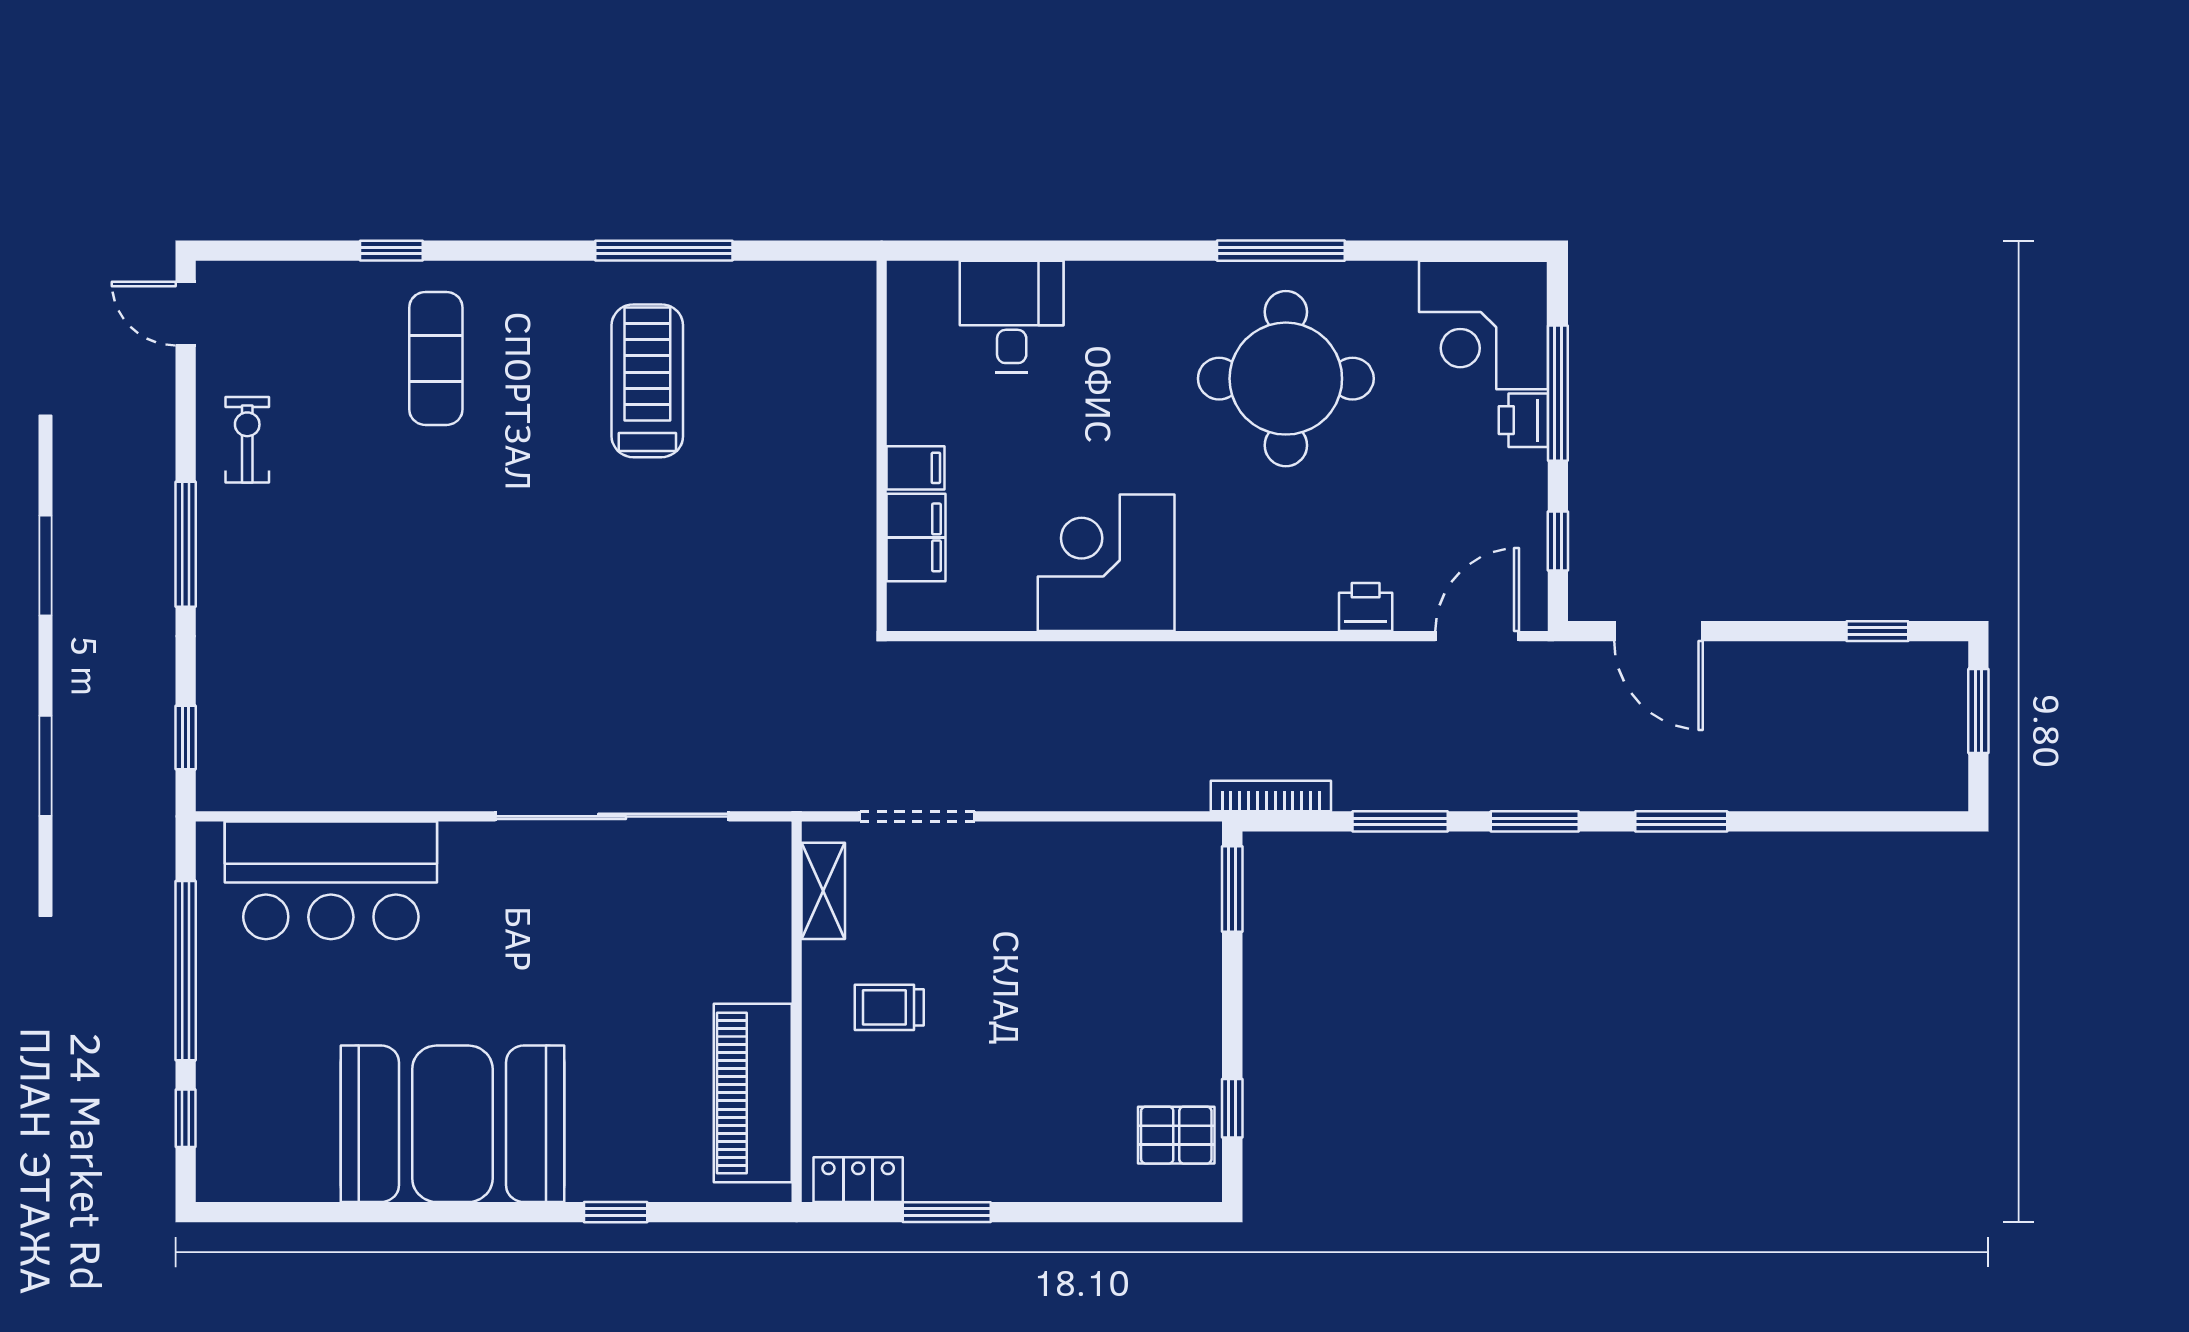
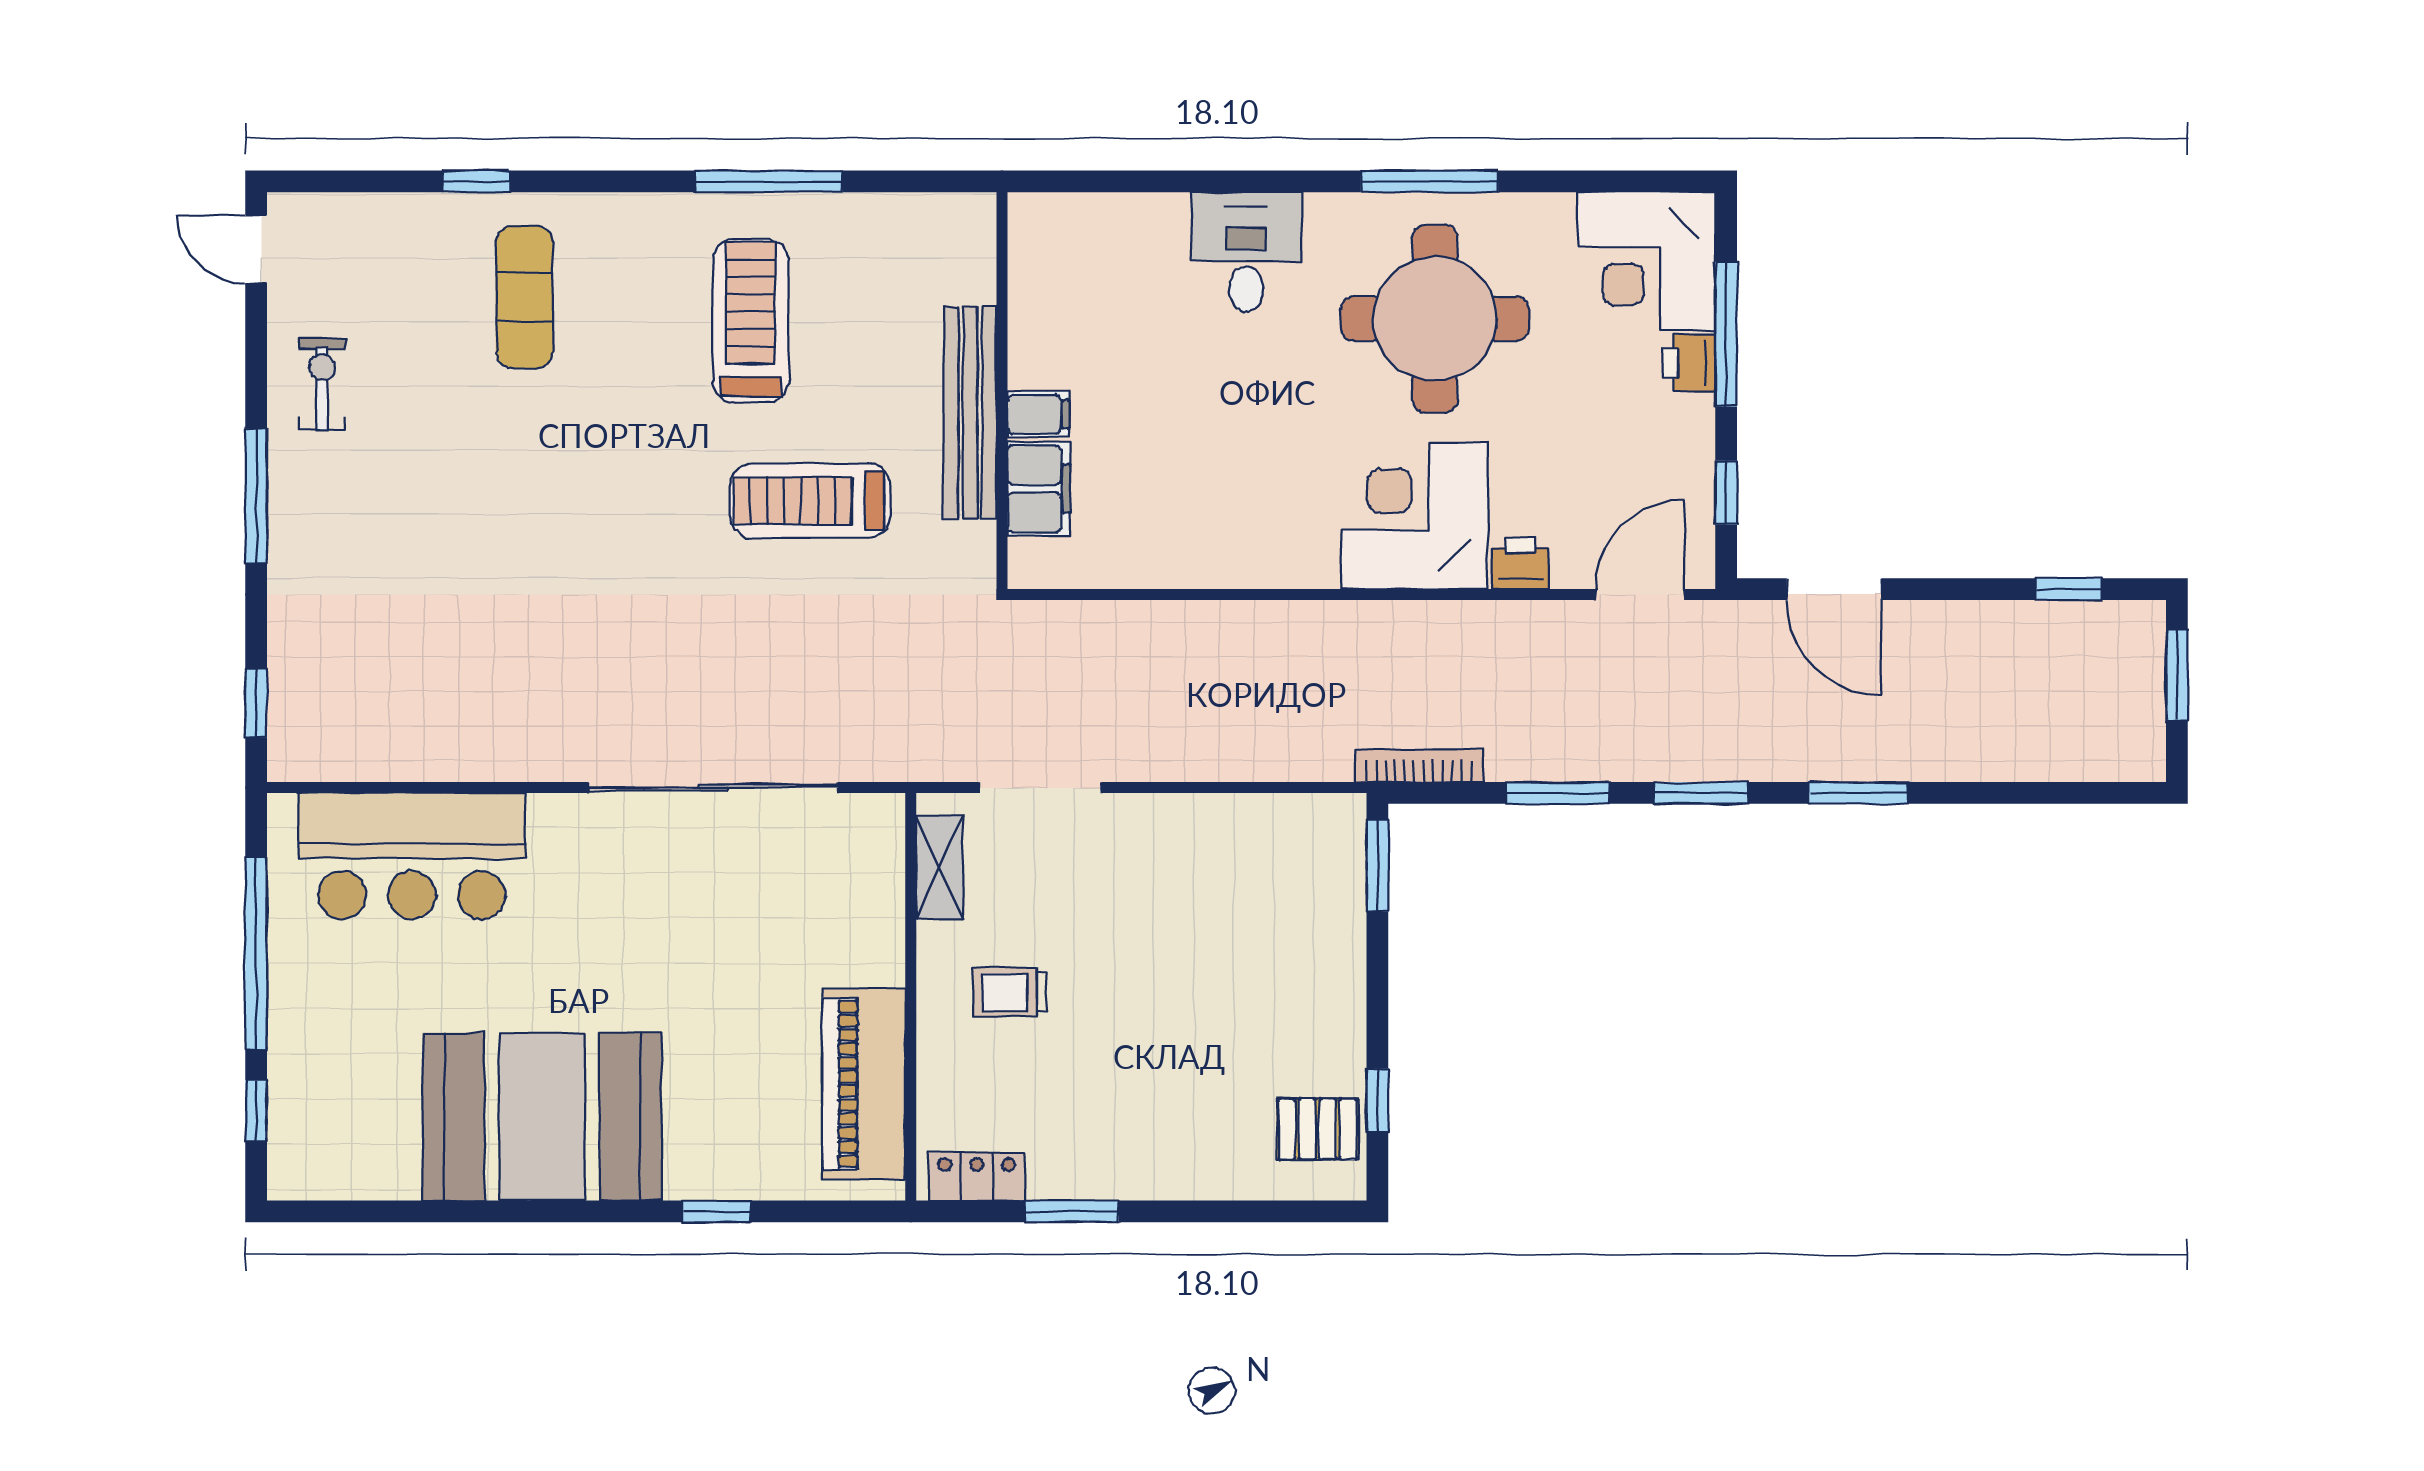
desk: (1012, 316) -> (1246, 252), moved
bench: (852, 466) -> (970, 413), added
treadmill: (703, 549) -> (810, 501), added
corner desk: (1106, 563) -> (1414, 516), moved

